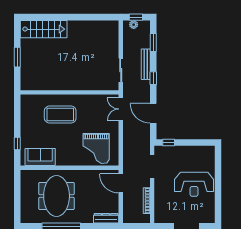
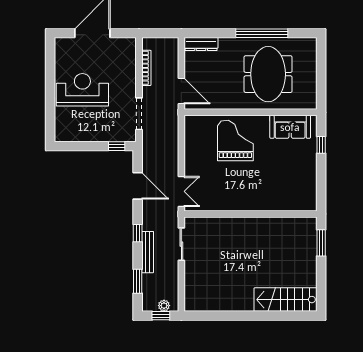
window: (17, 57) -> (321, 243), moved
coffee table: (60, 114) -> (263, 184), removed
grand piano: (96, 149) -> (235, 140), moved

